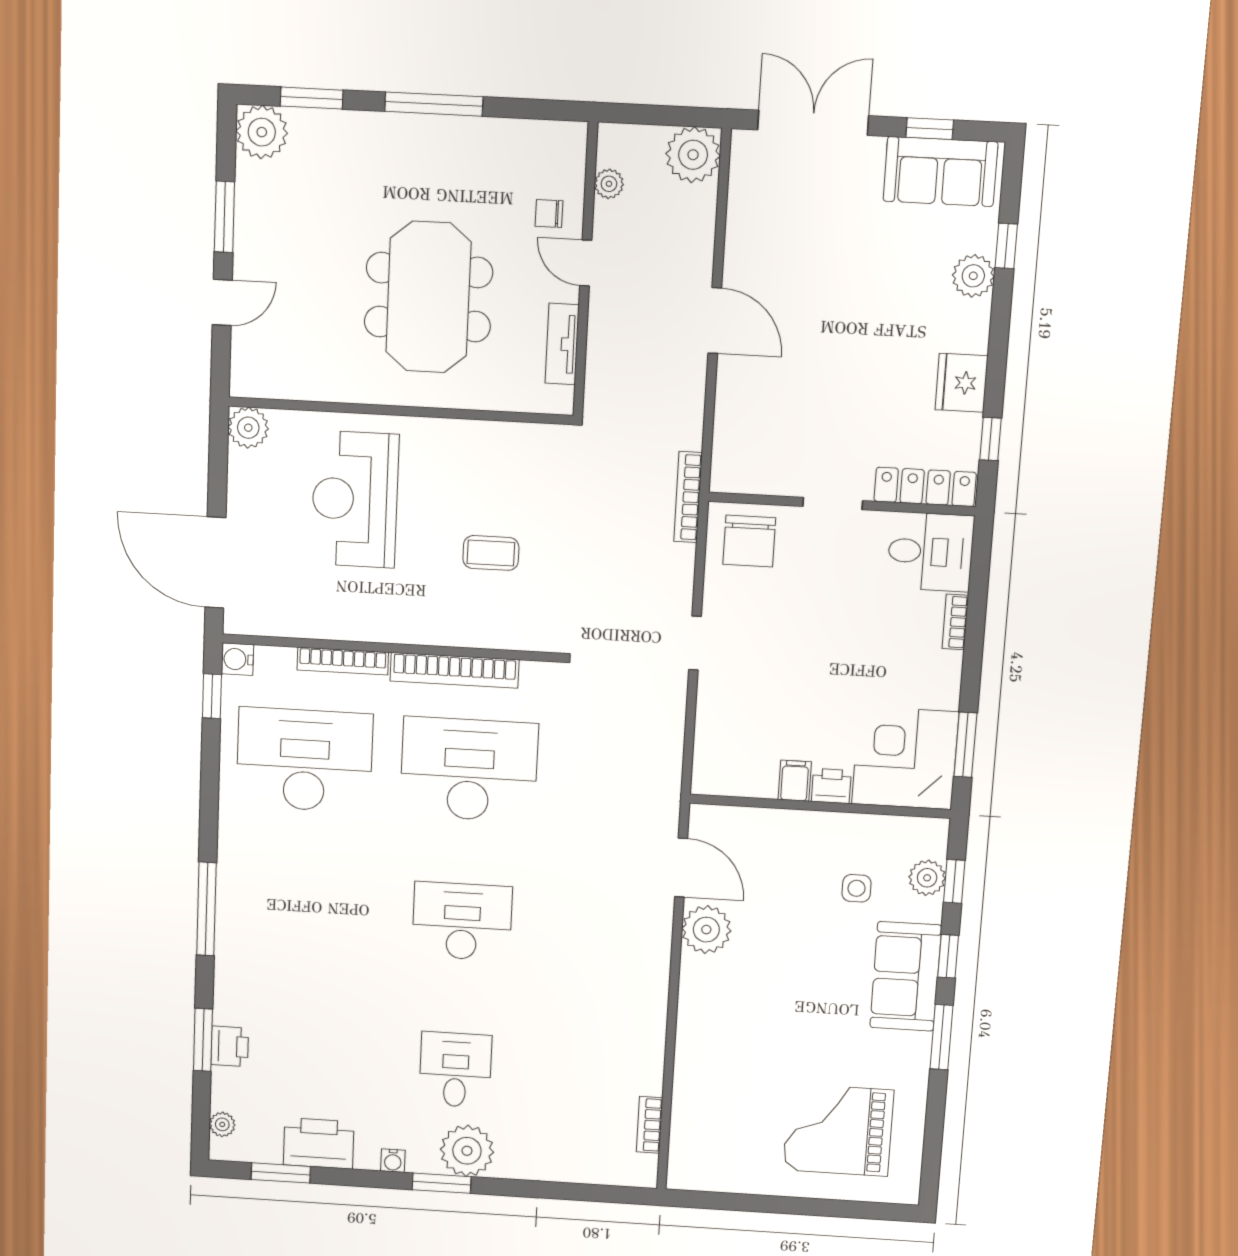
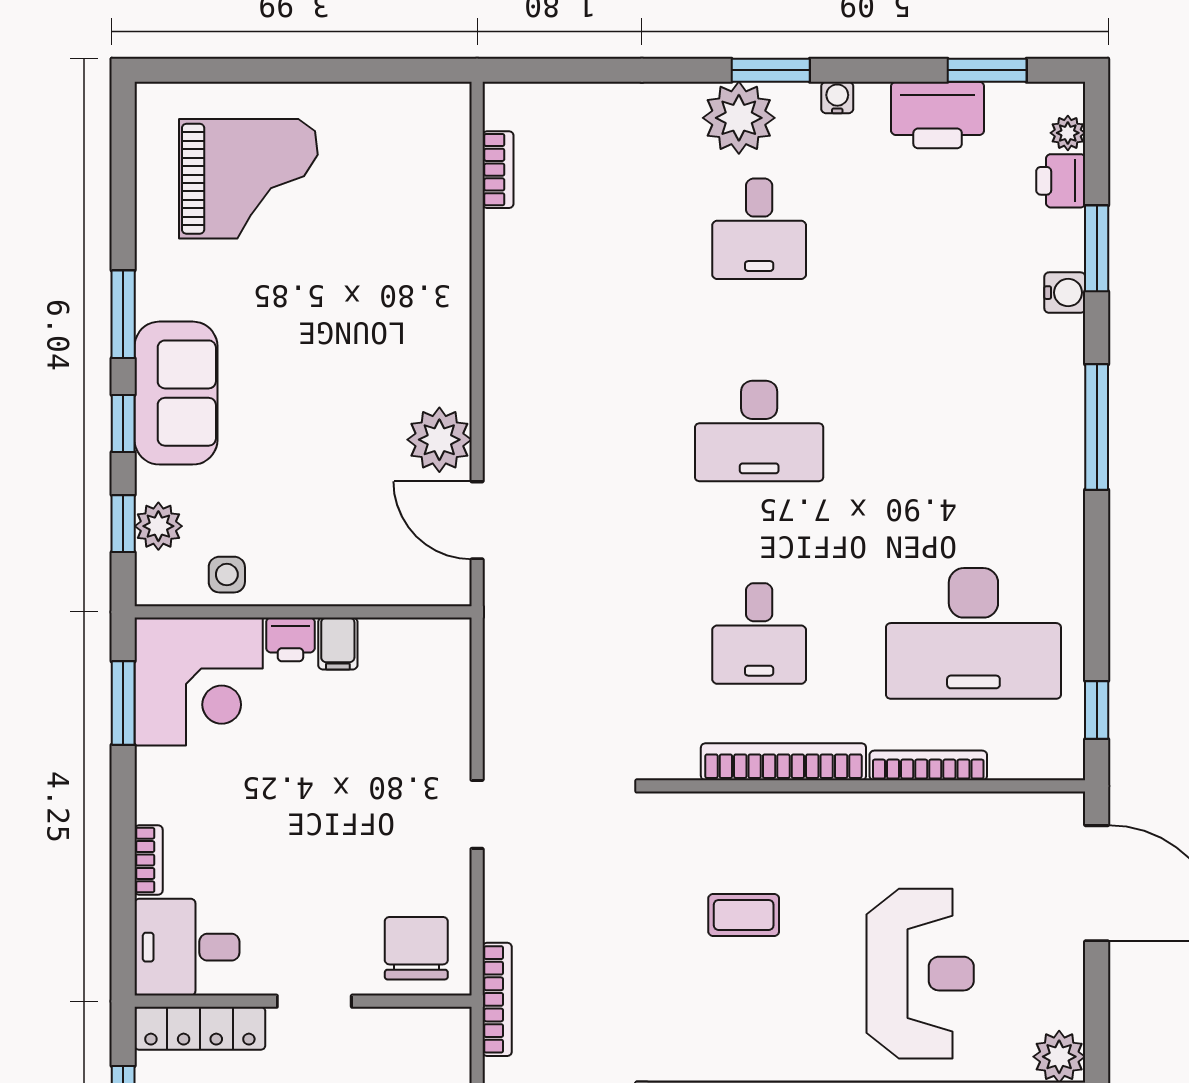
water cooler: (237, 659) -> (1065, 293), moved
desk: (469, 769) -> (759, 633), width x0.53, depth x0.77
side table: (857, 888) -> (227, 575), moved
printer: (230, 1046) -> (1061, 181), moved

